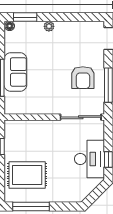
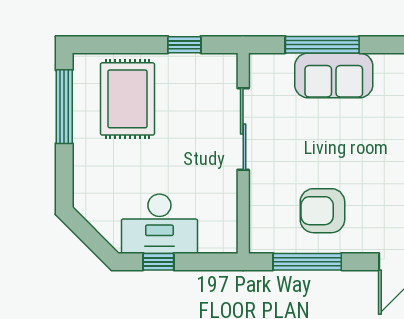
sliding door: (81, 117) -> (243, 129), moved

